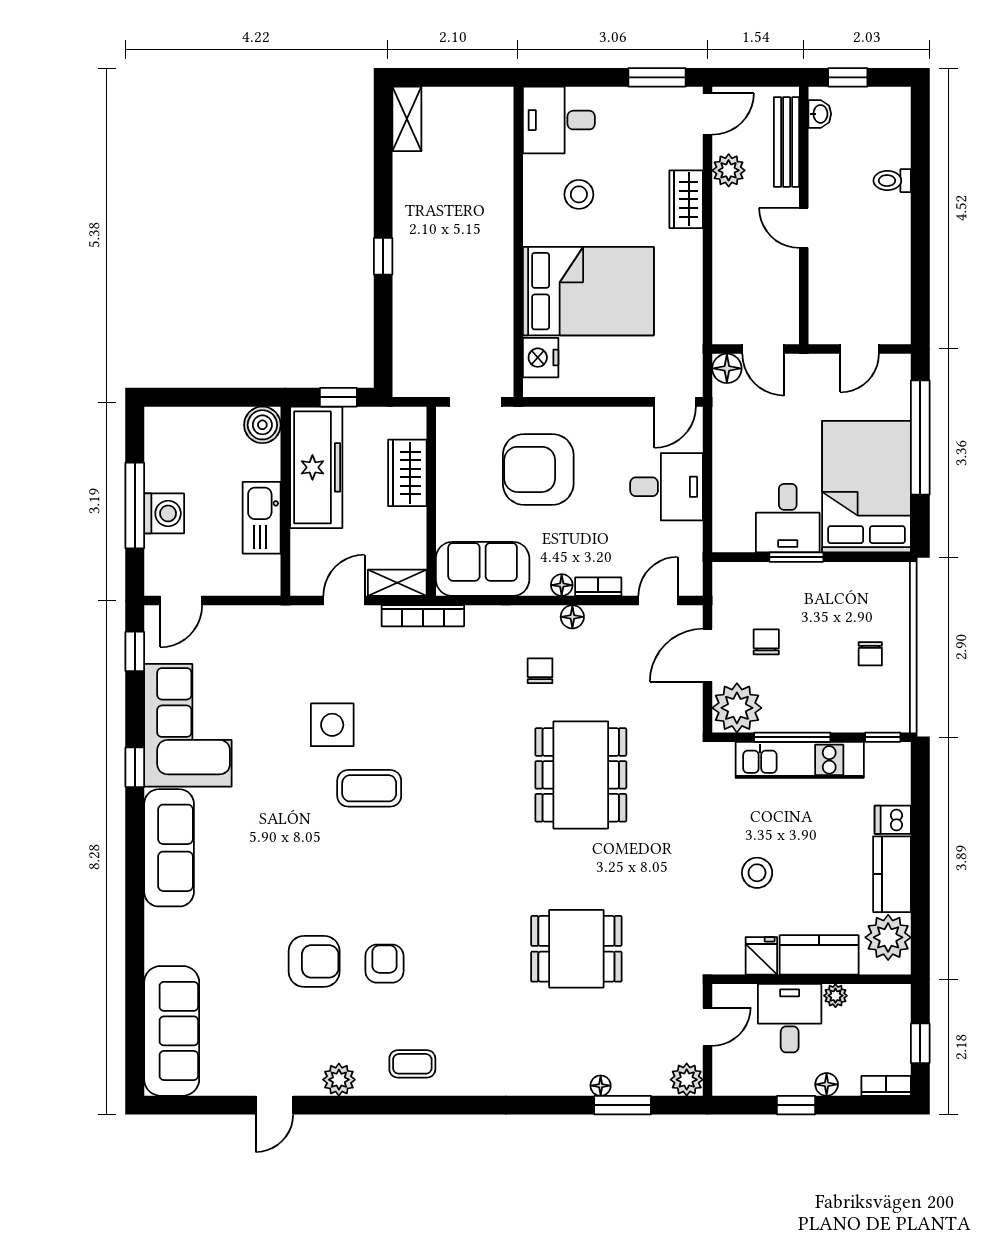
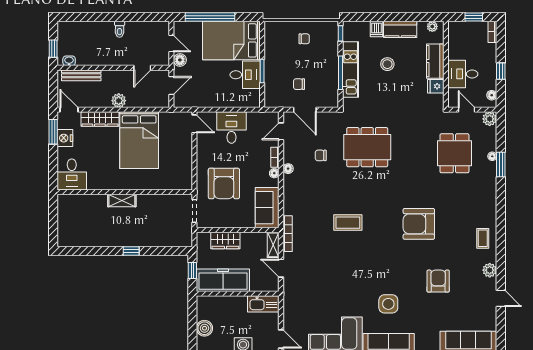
shelving: (407, 119) -> (122, 200), moved
plant: (729, 170) -> (119, 101), moved
toilet: (892, 181) -> (120, 29), moved
stool: (579, 194) -> (104, 166), removed
wardrobe: (686, 199) -> (100, 119), width x1.50
door: (804, 228) -> (142, 68), moved
bed: (588, 291) -> (139, 140), moved, turned 180
nightstand: (541, 358) -> (65, 138), moved, turned 90
floor lamp: (727, 368) -> (180, 60), moved
boiler: (262, 425) -> (204, 328), moved
kitchen sink: (262, 518) -> (263, 304), moved
door: (658, 601) -> (281, 131), hinge flipped
chair: (540, 671) -> (321, 155), moved
plant: (737, 708) -> (328, 97), removed
side table: (332, 725) -> (388, 304), moved
dining table: (581, 775) -> (367, 147), moved
coffee table: (369, 788) -> (348, 223), moved, turned 90
stool: (757, 873) -> (387, 64), moved
plant: (888, 937) -> (432, 26), width x0.53, depth x0.53
dining table: (576, 949) -> (454, 153), moved
armchair: (384, 964) -> (419, 224), moved, width x1.88, depth x1.88
plant: (835, 996) -> (453, 54), removed
floor lamp: (827, 1084) -> (492, 95), moved
window: (623, 1105) -> (501, 165), moved

